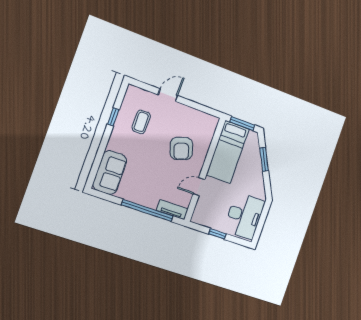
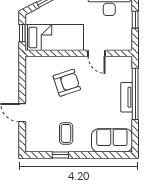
coffee table: (141, 122) -> (66, 133), moved, turned 90
window: (242, 123) -> (22, 33), width x0.67
tv unit: (172, 210) -> (127, 97), moved

